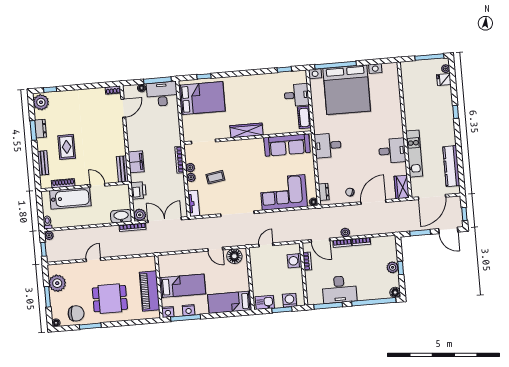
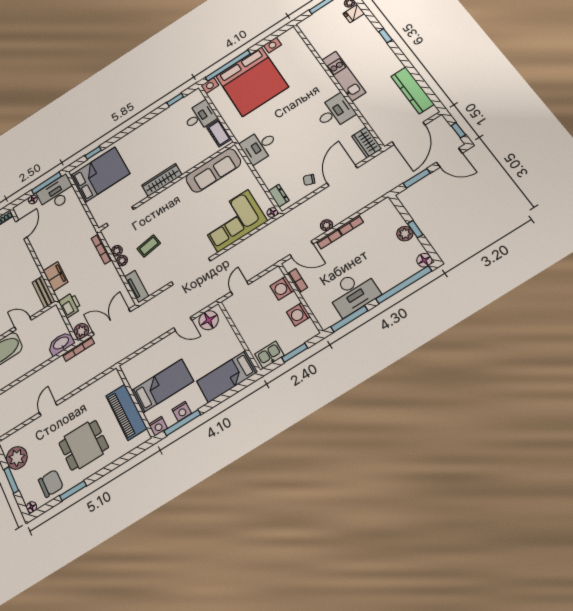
kitchen unit: (414, 154) -> (344, 76), moved
washing machine: (290, 300) -> (298, 314), moved, turned -90

